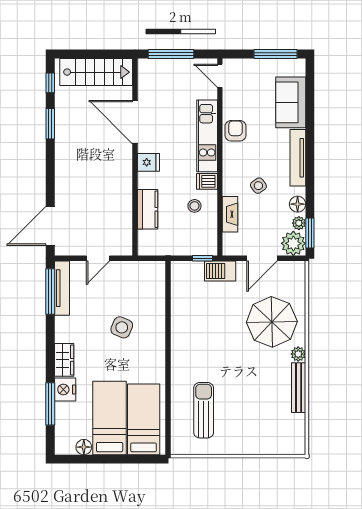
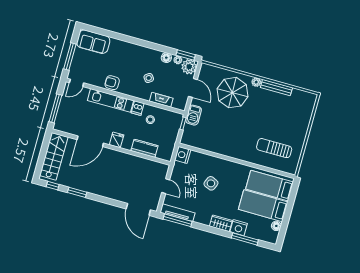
window: (275, 54) -> (70, 56), moved
sofa: (291, 102) -> (93, 42), moved
tv unit: (298, 158) -> (139, 50), removed
nightstand: (154, 271) -> (183, 155), added

